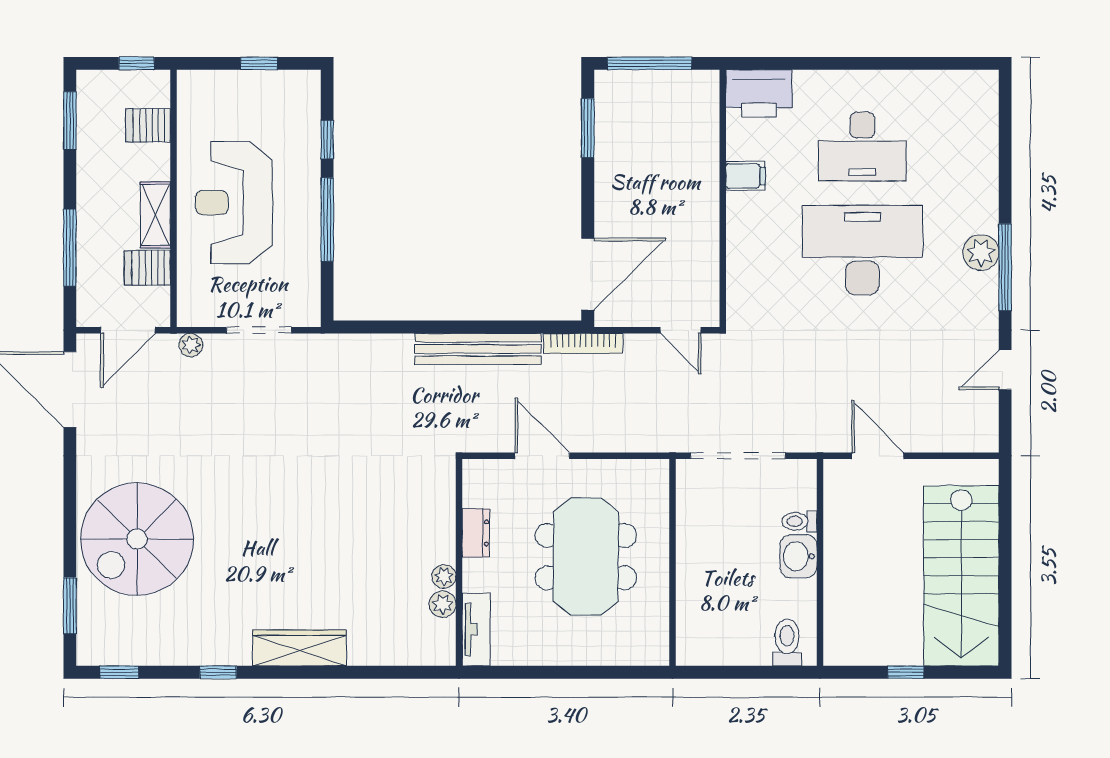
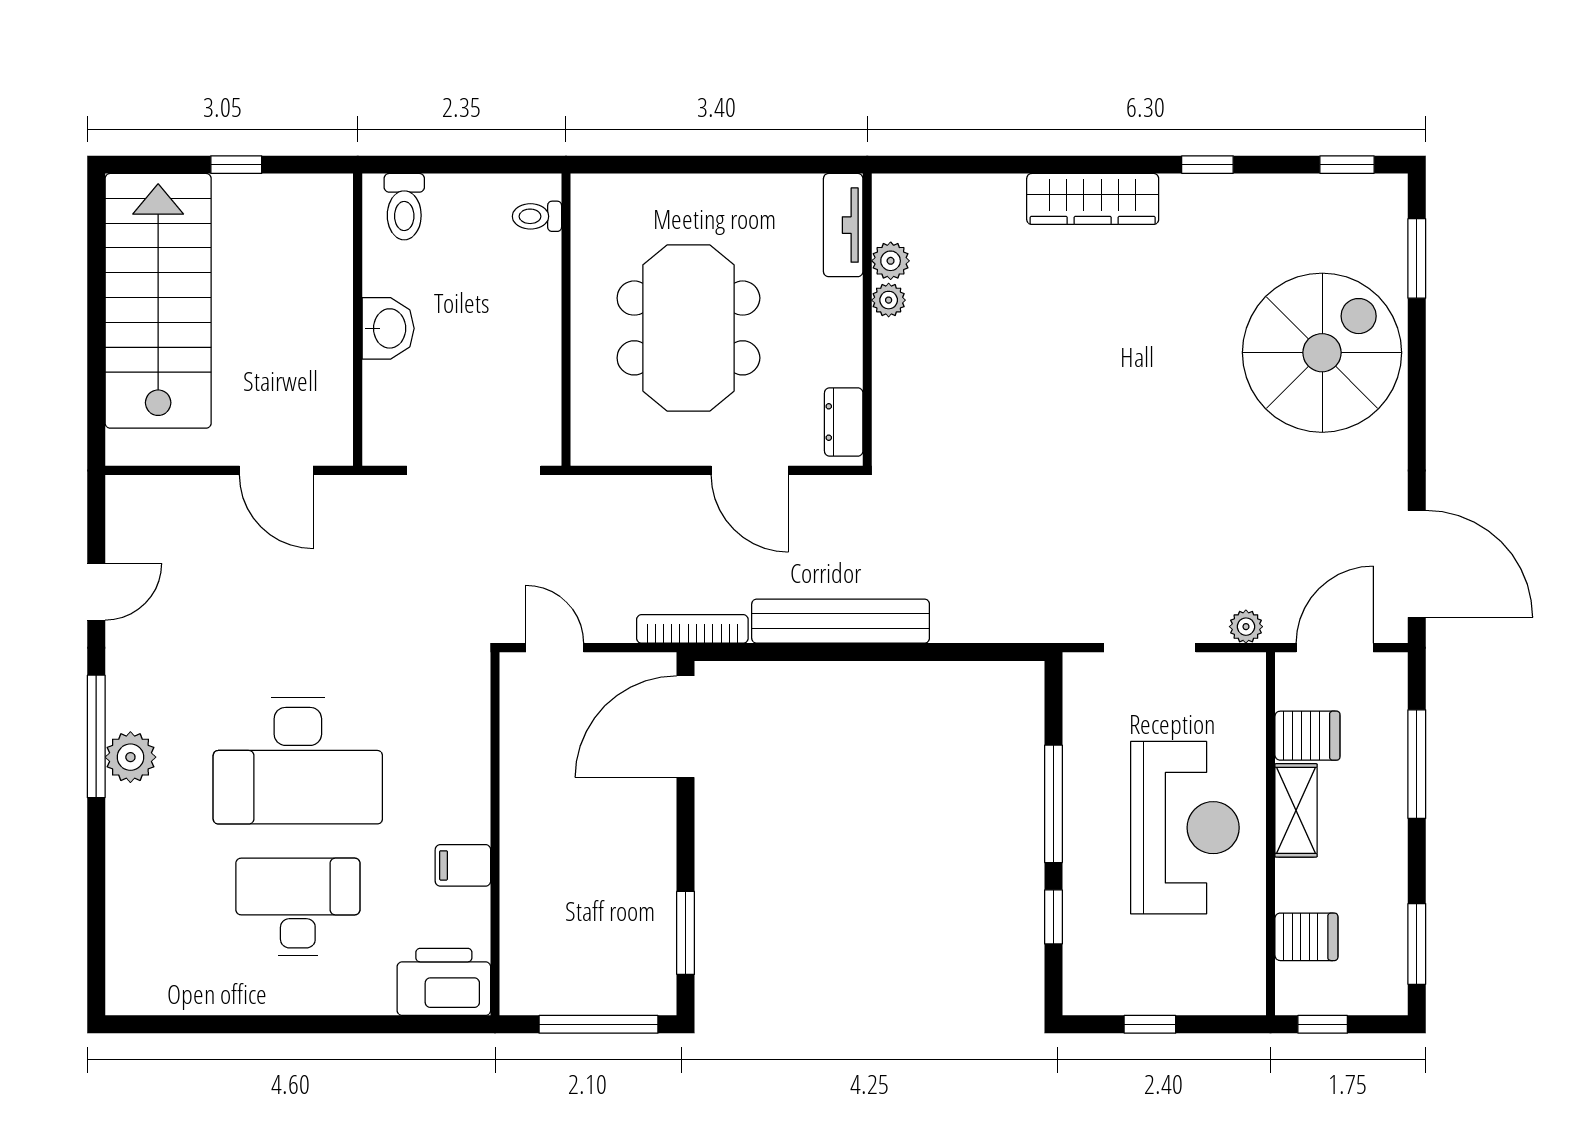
toilet: (799, 521) -> (537, 216), moved, turned 180
dresser: (476, 533) -> (844, 422), moved

